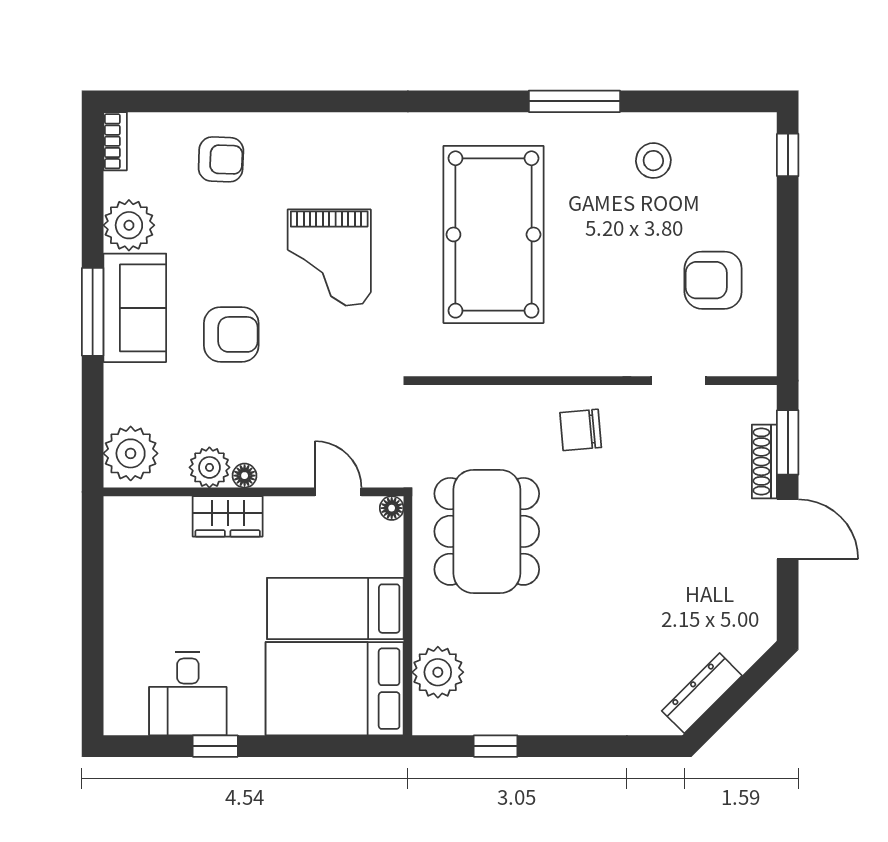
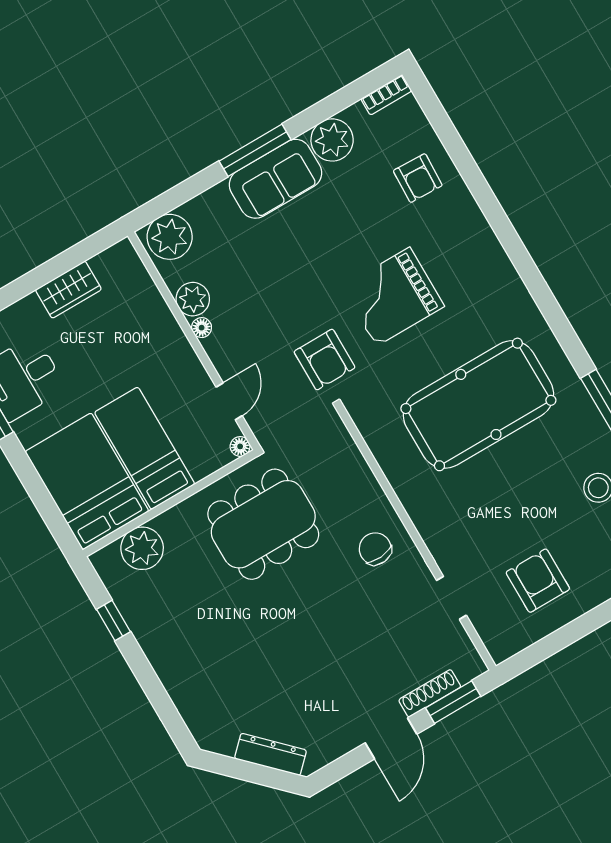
armchair: (231, 334) -> (325, 360), moved
wardrobe: (228, 516) -> (68, 290), moved, turned -90
dresser: (702, 693) -> (271, 754), moved

